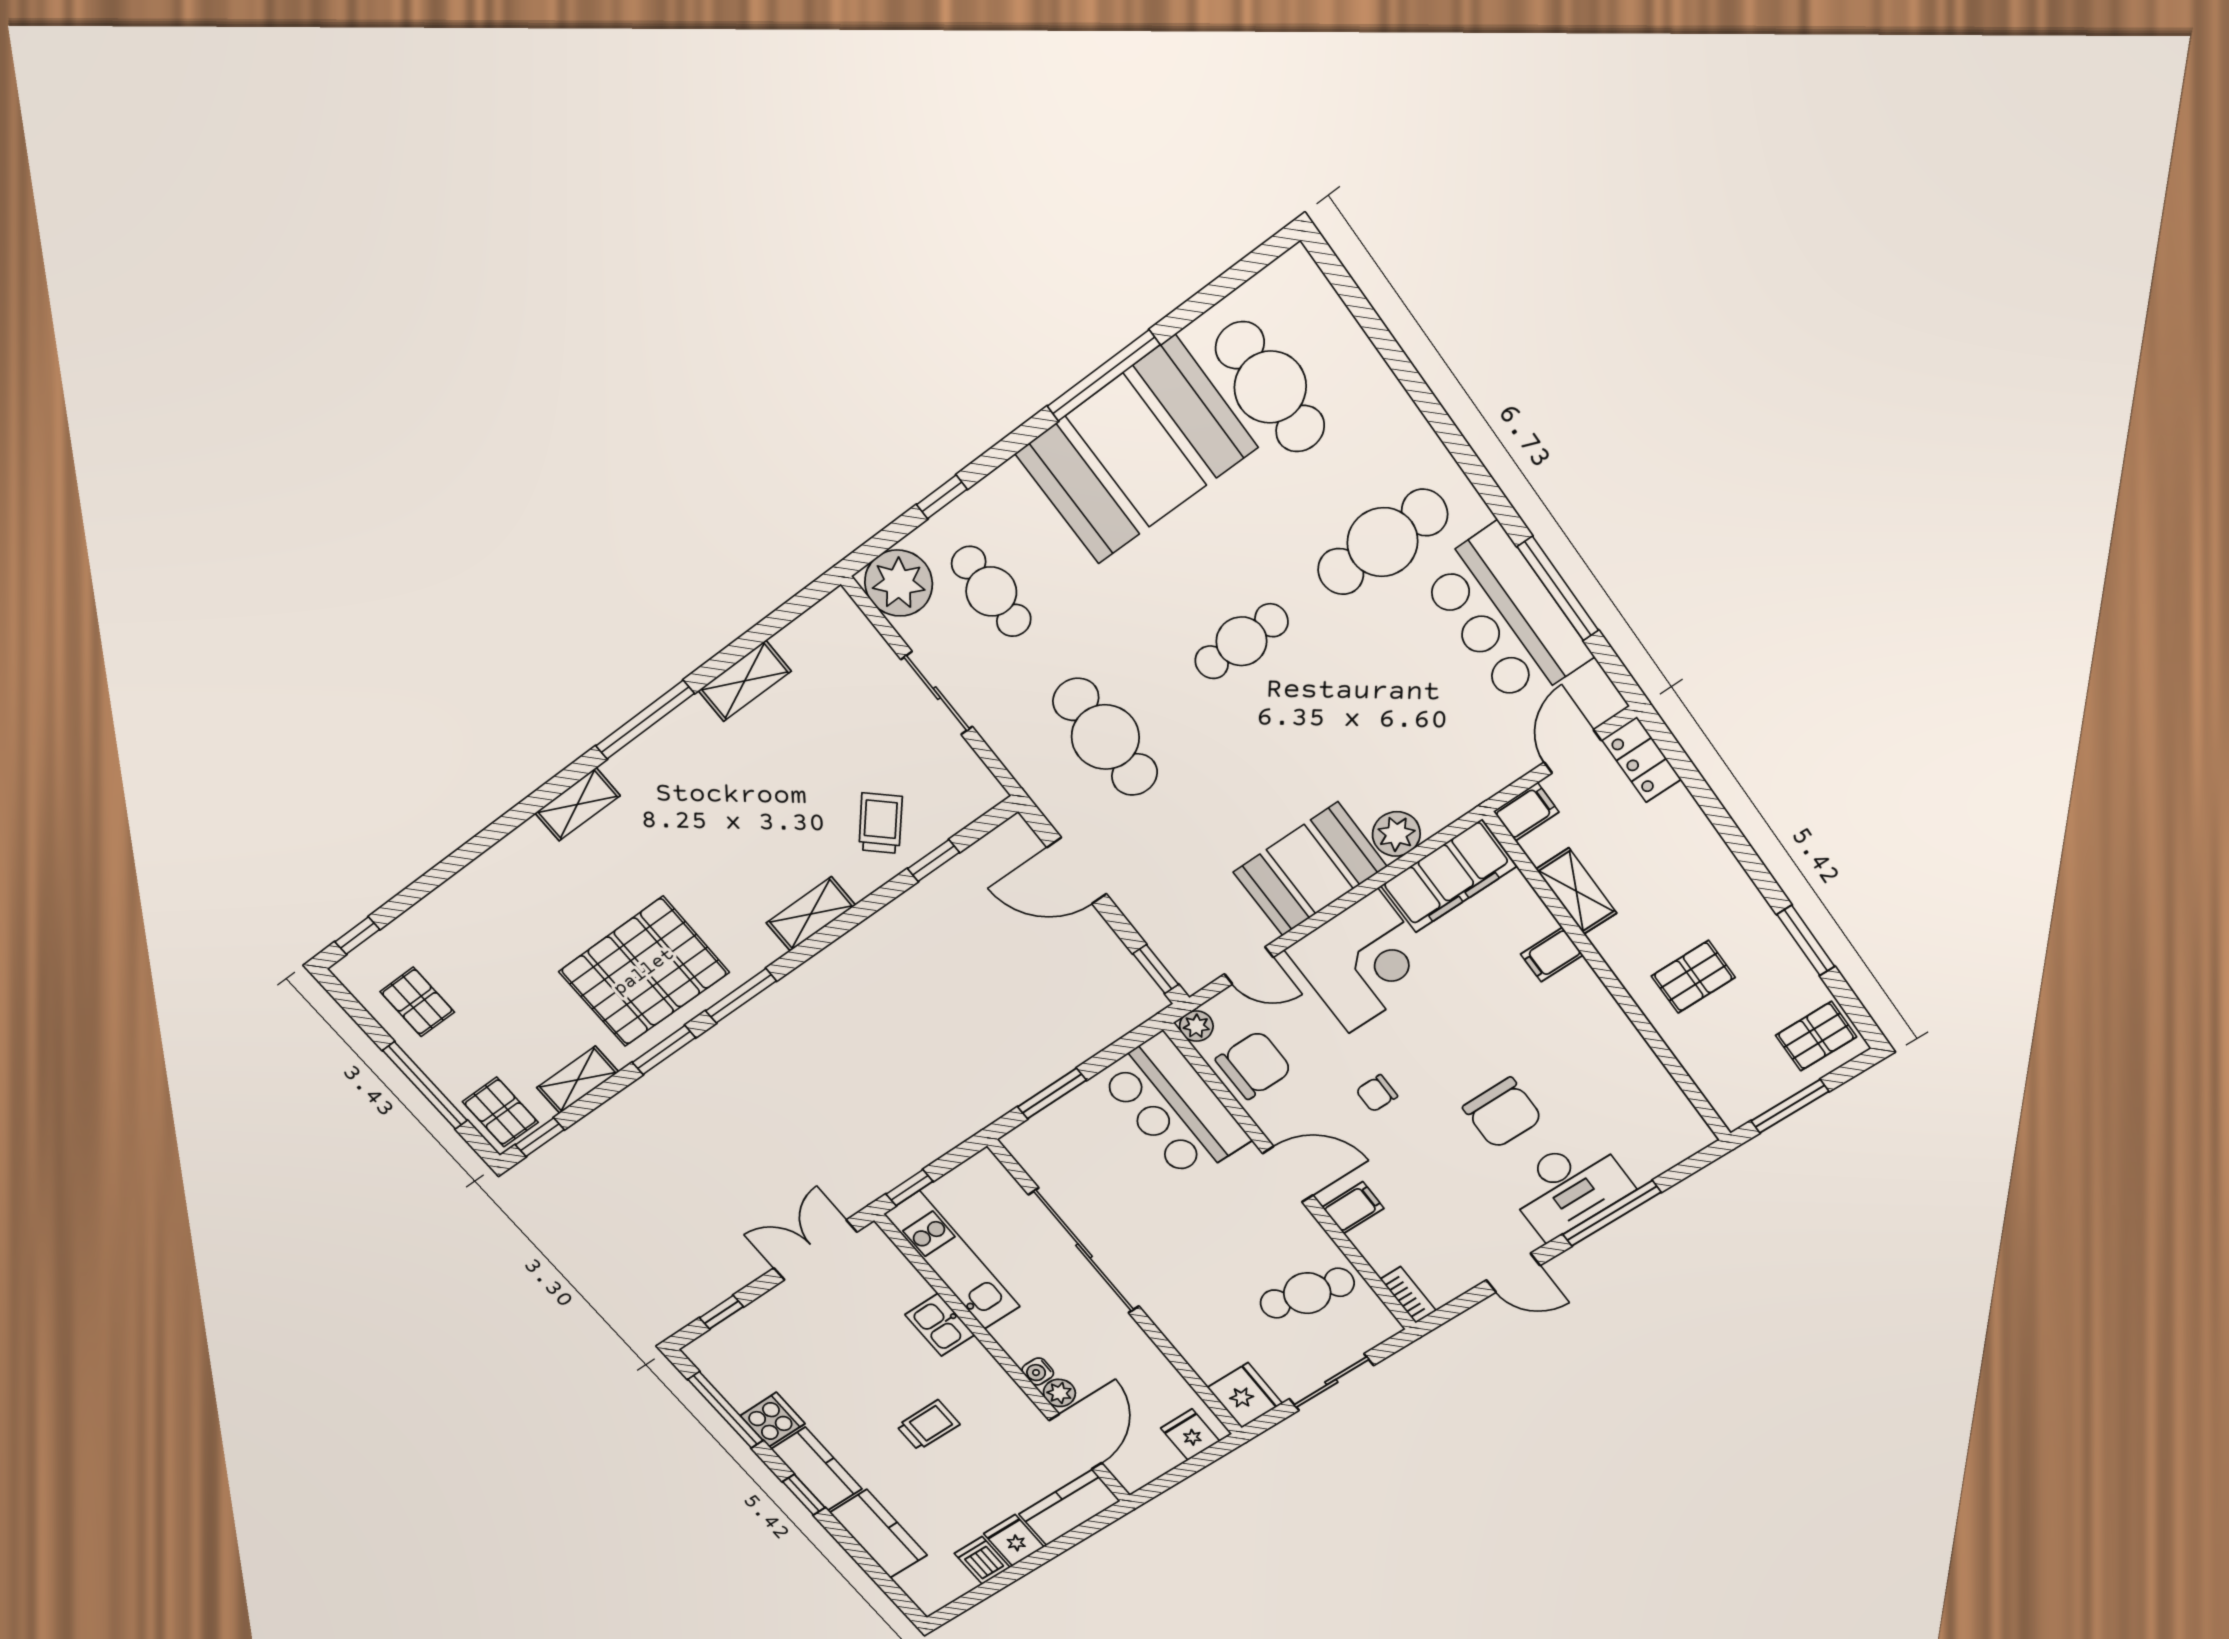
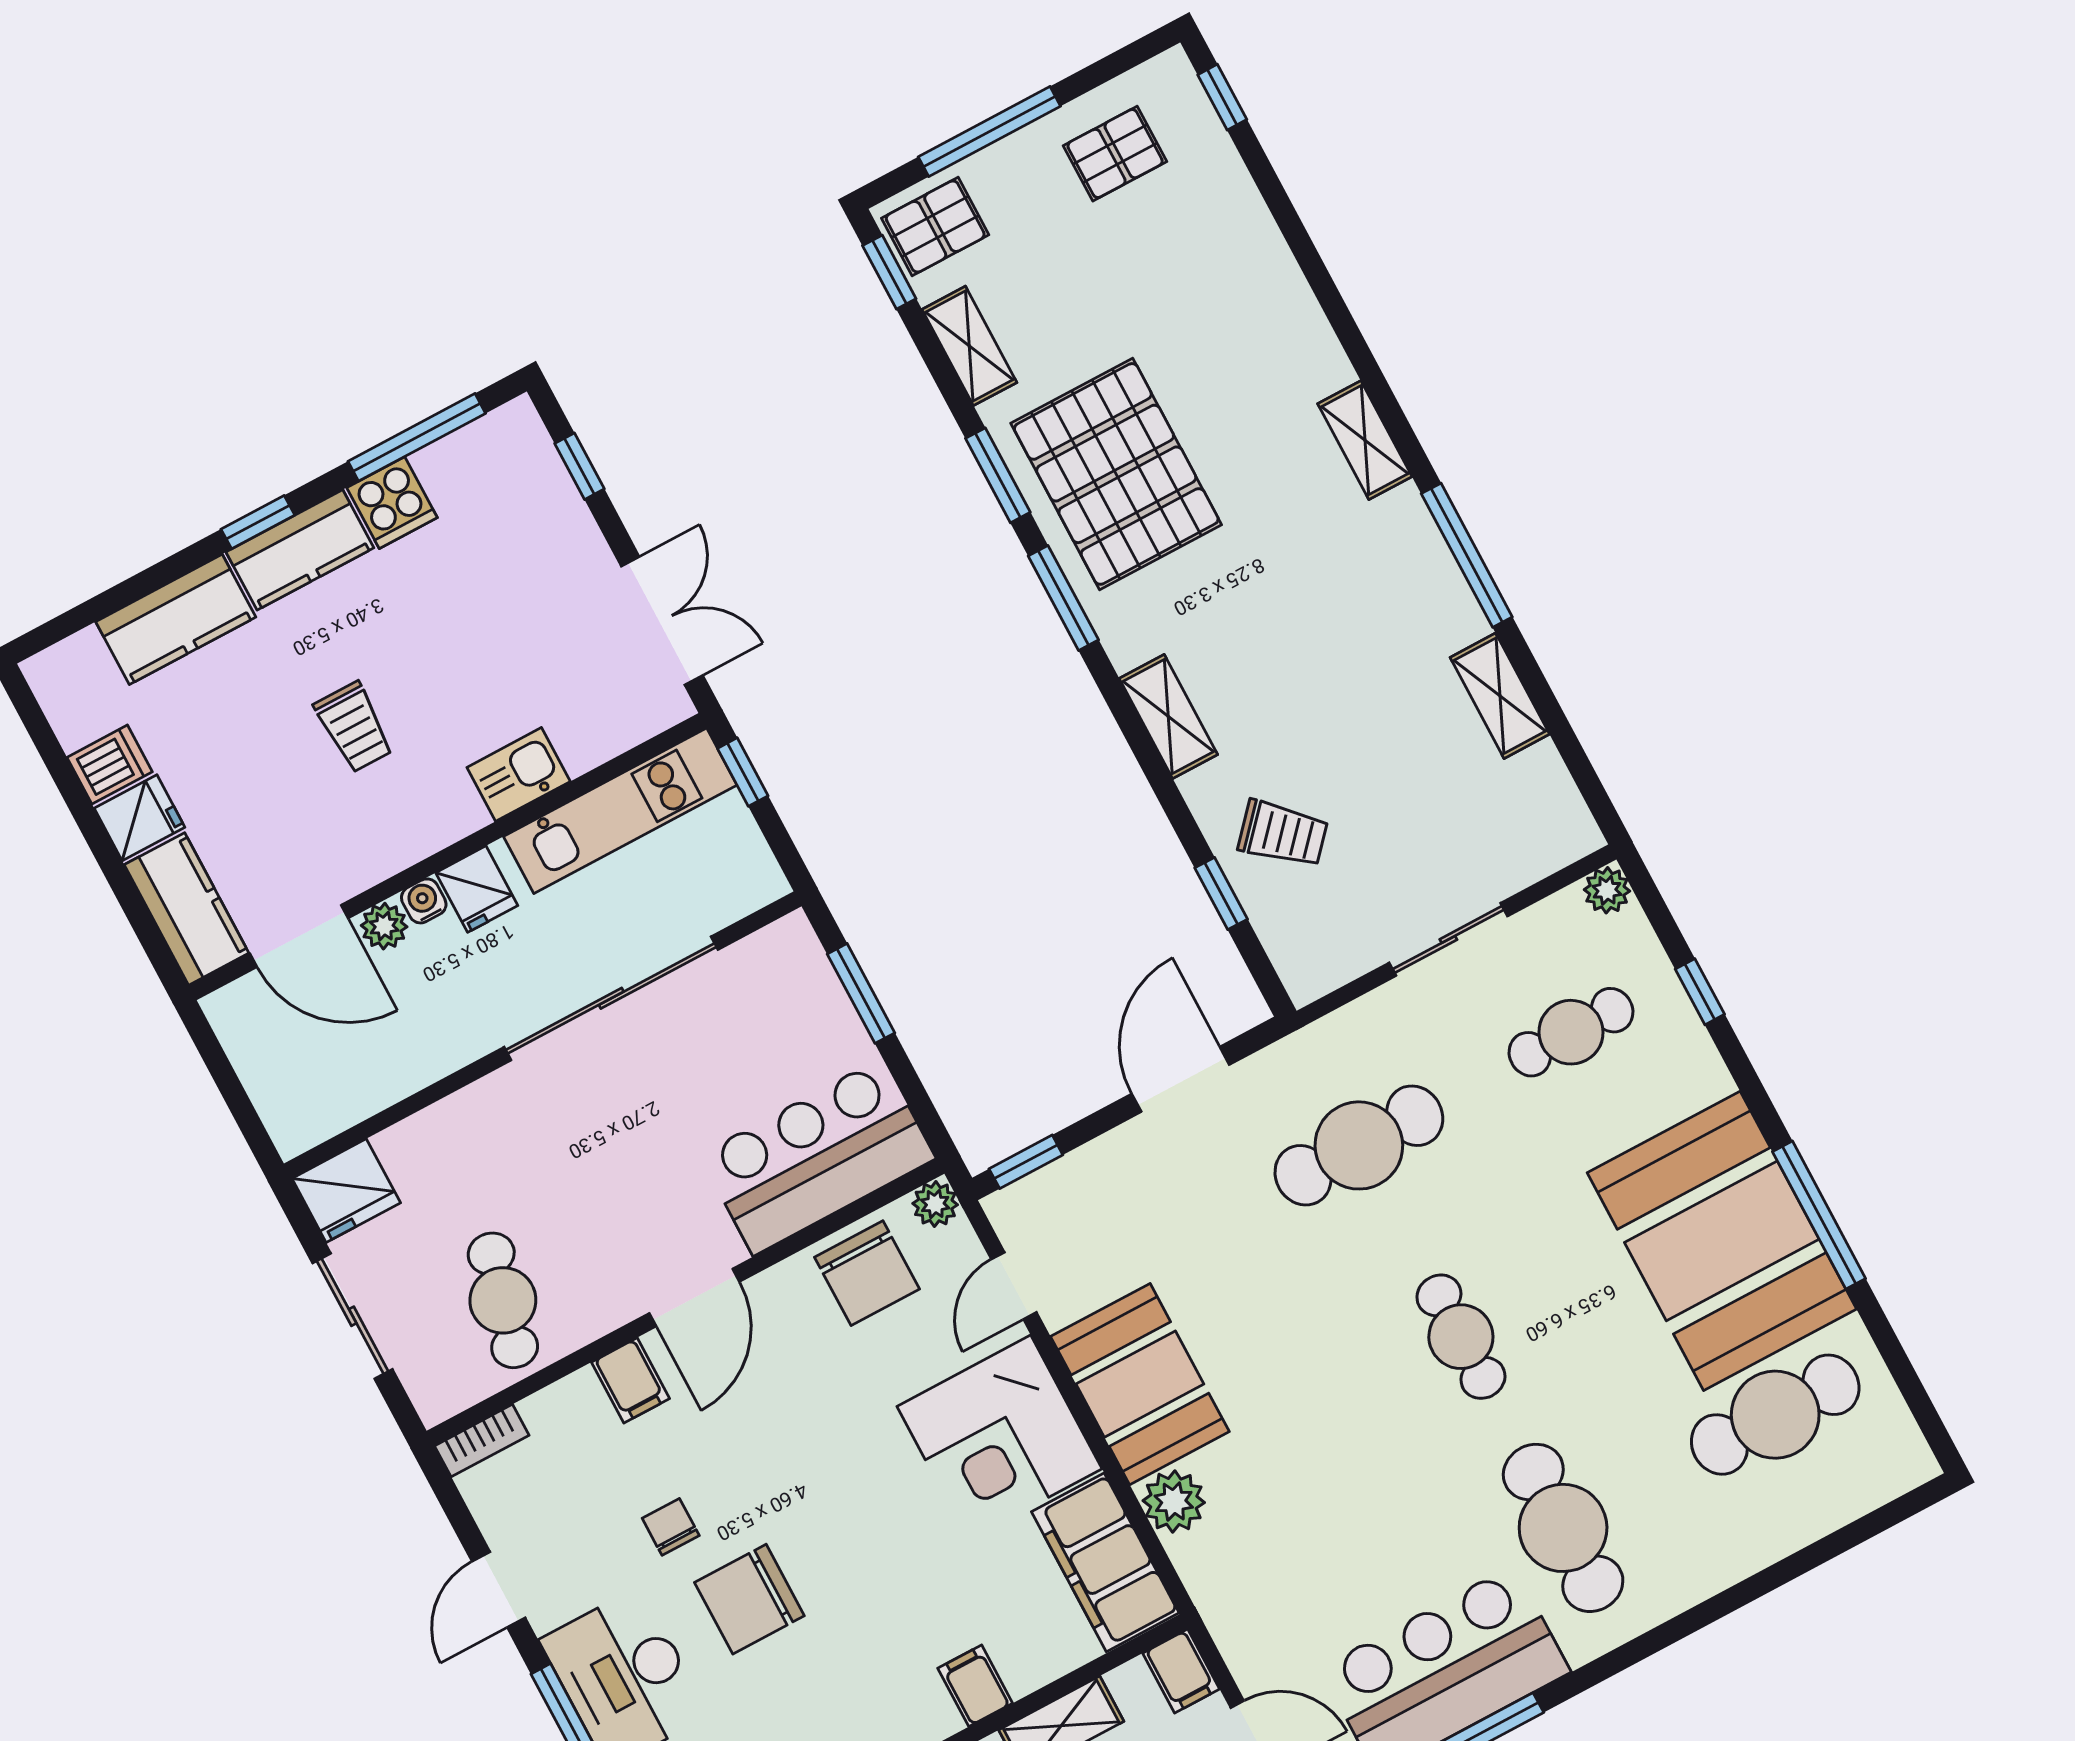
plant: (899, 583) -> (1607, 890), width x0.53, depth x0.53
chair: (1377, 1093) -> (671, 1527), moved
fridge: (1190, 1435) -> (477, 889), moved, turned 90

